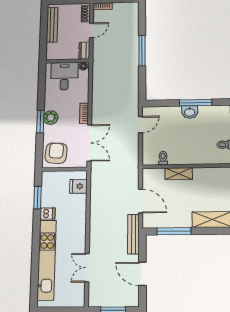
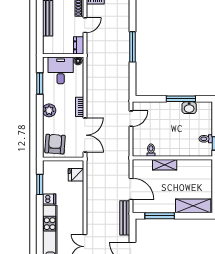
washbasin: (190, 112) -> (189, 108), moved
window: (40, 122) -> (40, 84), moved

